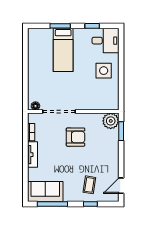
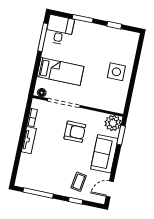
desk: (105, 41) -> (60, 30), moved, turned -90
bed: (63, 50) -> (60, 71), moved, turned -90
window: (25, 52) -> (43, 37), added
sofa: (45, 192) -> (104, 154), moved, turned -90

